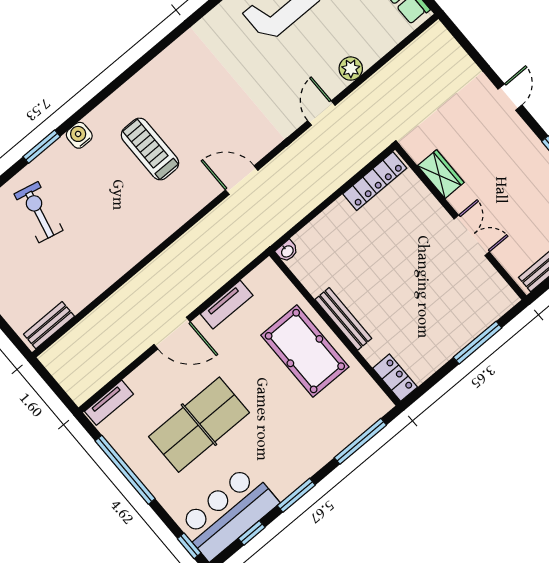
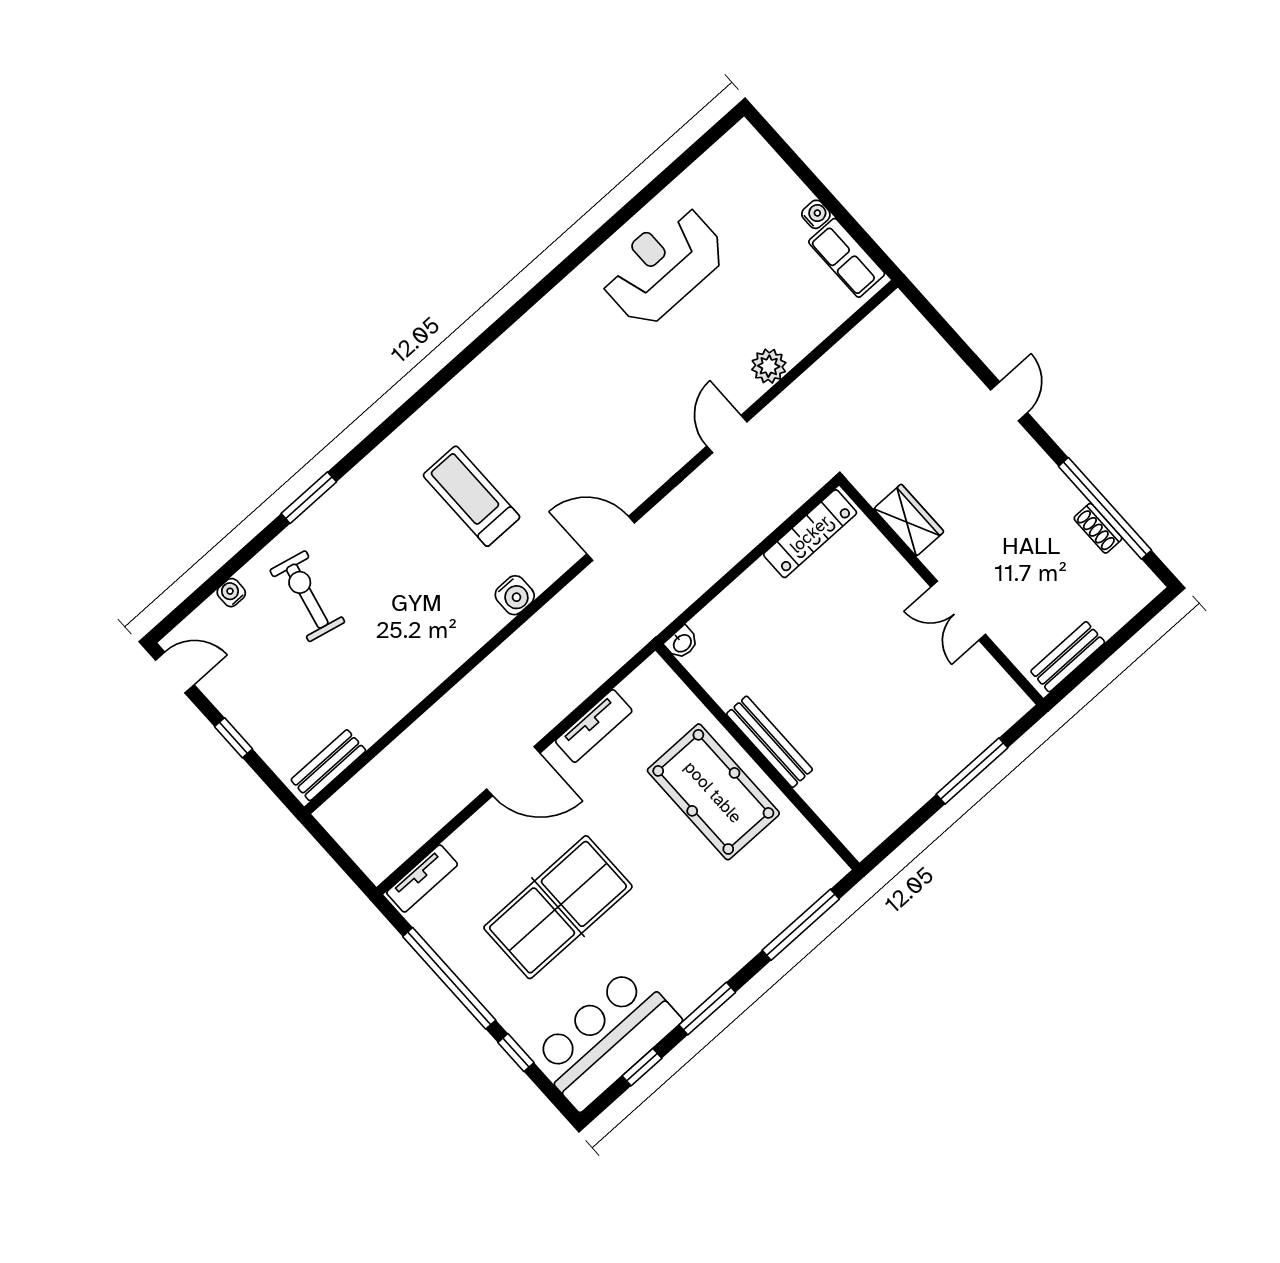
water cooler: (79, 135) -> (515, 595), moved, turned 180
double door: (472, 235) -> (958, 611), swing flipped
locker: (395, 378) -> (850, 827), removed
window: (189, 546) -> (516, 1053), moved

